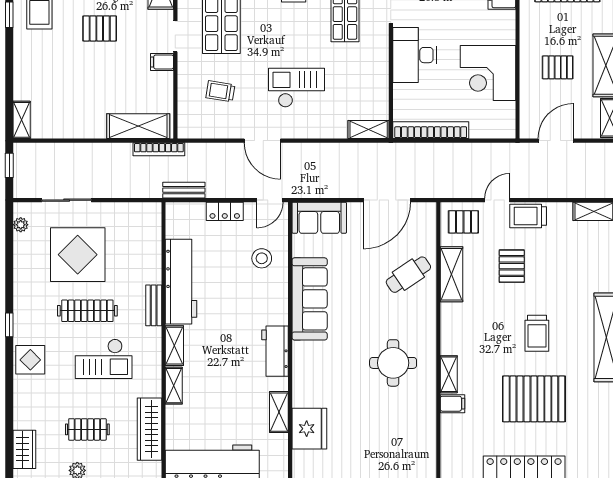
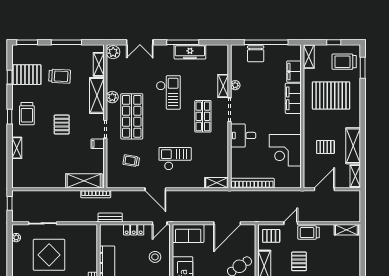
pallet: (100, 28) -> (62, 125), turned 90
desk: (415, 55) -> (243, 135), width x0.73
shelving: (22, 120) -> (17, 148), moved

